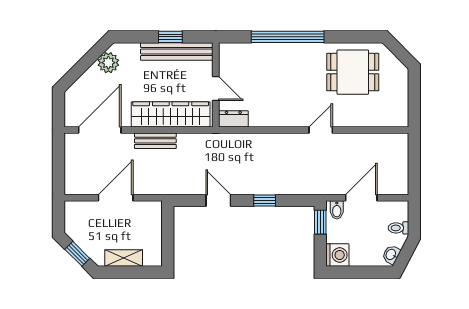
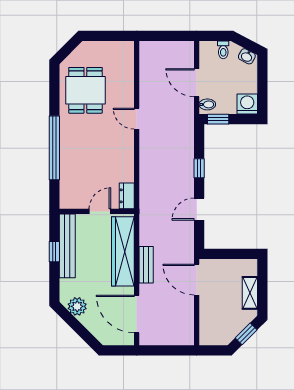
door: (116, 198) -> (197, 280), moved

